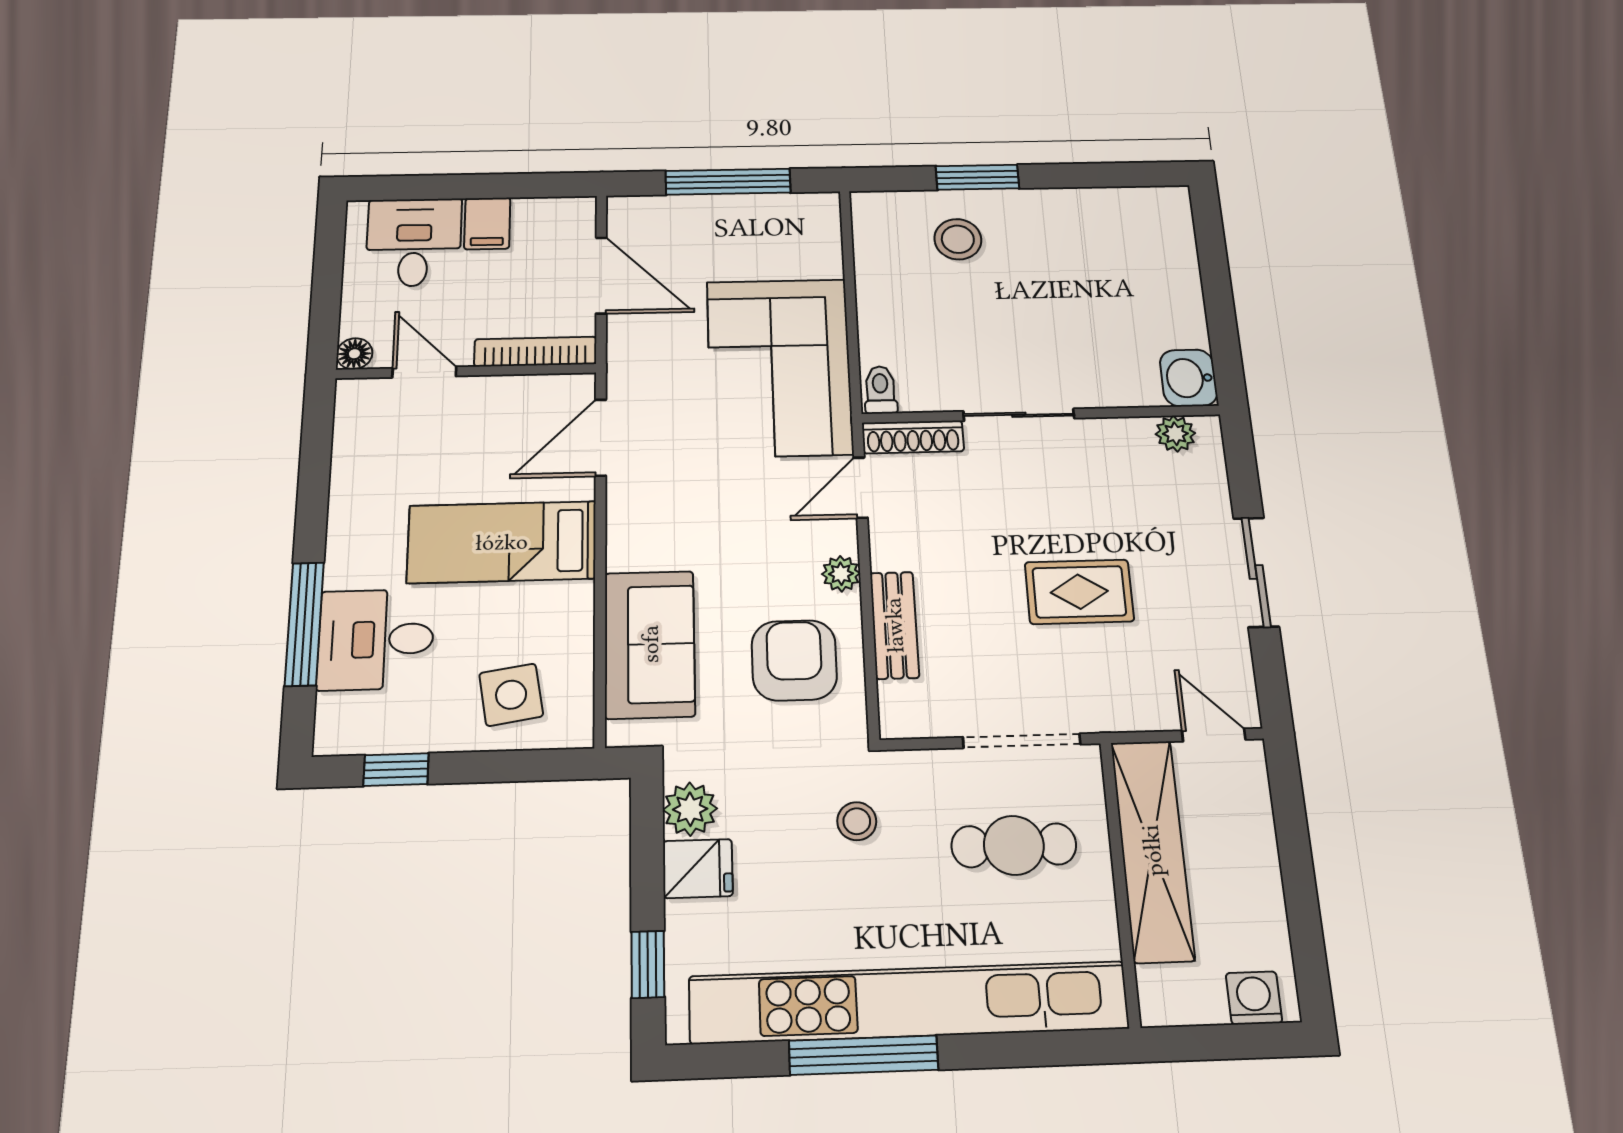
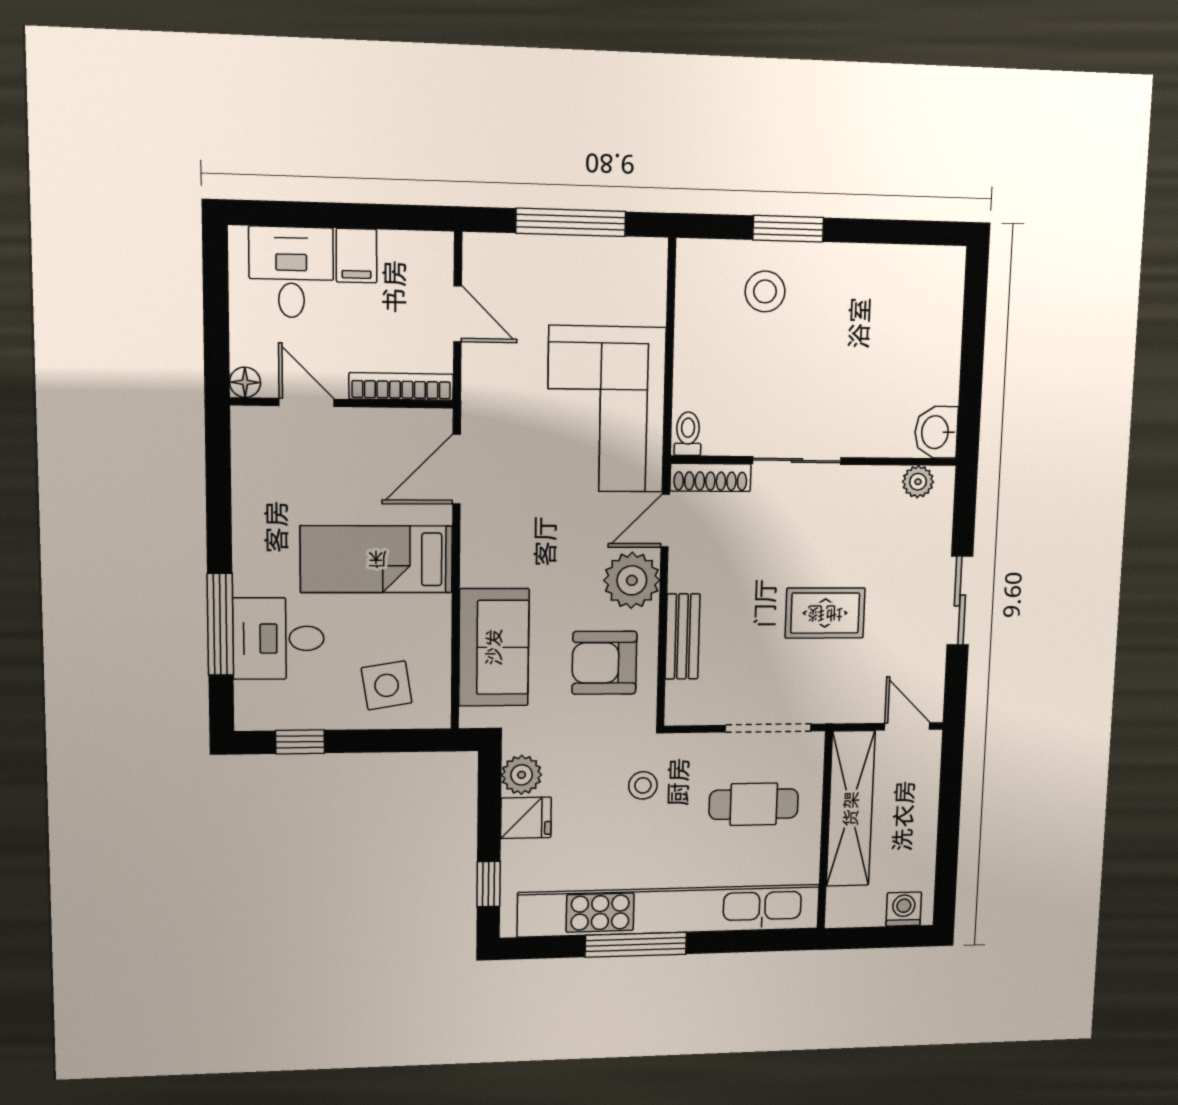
door: (601, 275) -> (458, 314), width x0.73
plant: (841, 574) -> (632, 580), width x1.87, depth x1.87
armchair: (794, 660) -> (604, 663), turned -90

